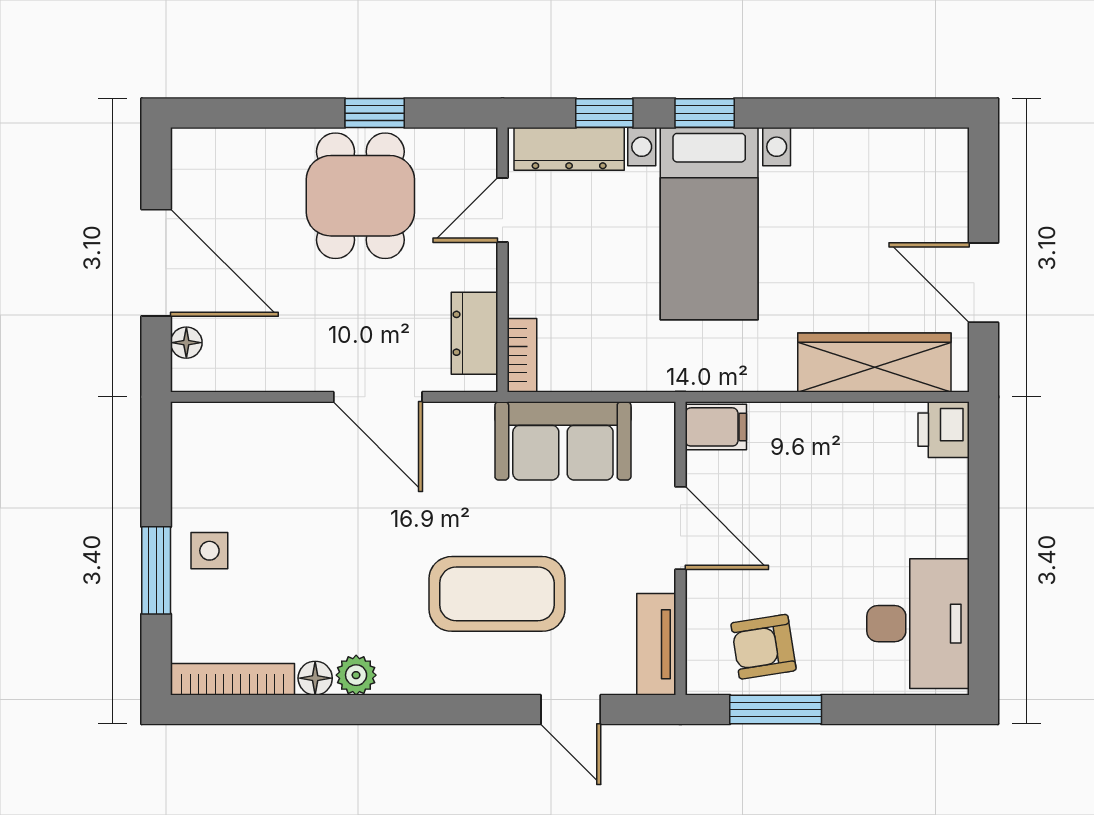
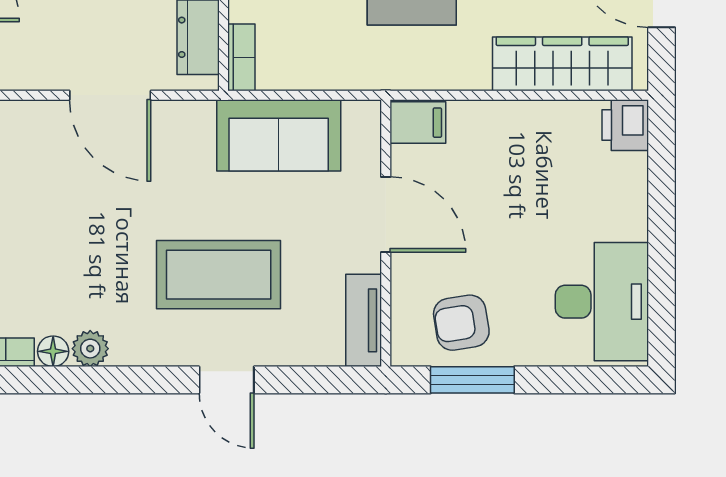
door: (571, 710) -> (227, 380), moved

